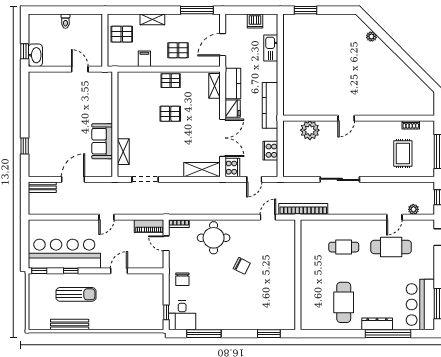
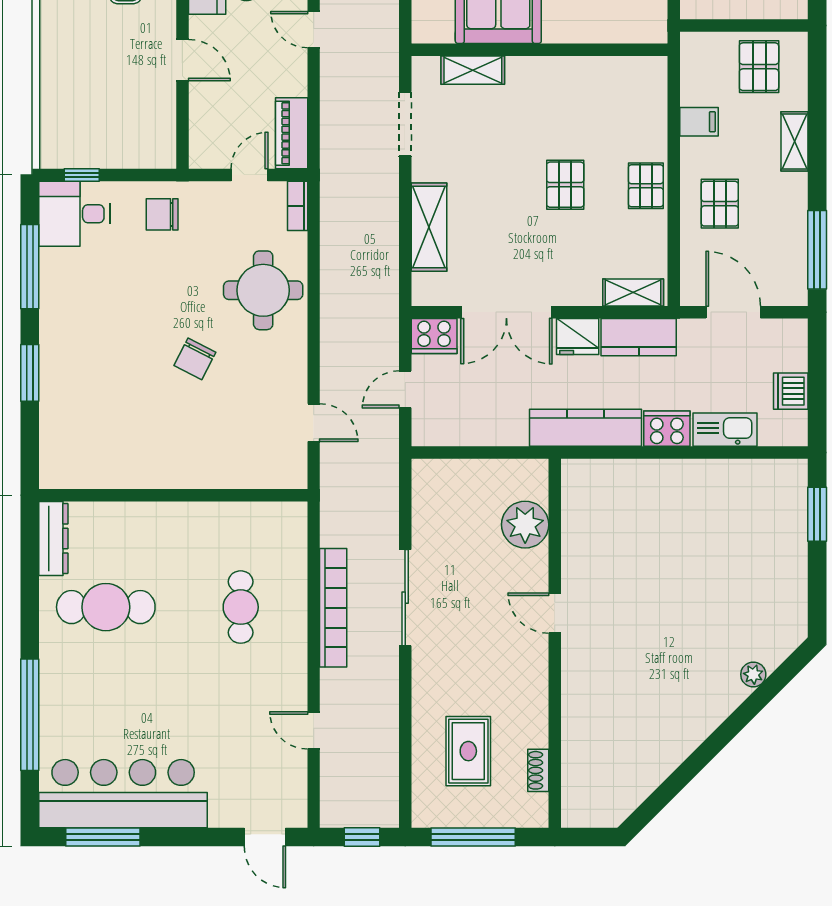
cooker: (270, 151) -> (667, 429), moved
rug: (403, 154) -> (468, 751), turned 90
shelving: (202, 170) -> (429, 227), moved
door: (254, 179) -> (405, 389), hinge flipped
bookcase: (303, 209) -> (333, 608), moved
plant: (413, 209) -> (332, 777), removed
cafe table: (391, 247) -> (241, 722), removed
bar counter: (420, 305) -> (123, 794), width x1.36
dresser: (377, 324) -> (53, 538), moved
window: (269, 334) -> (30, 373), moved

